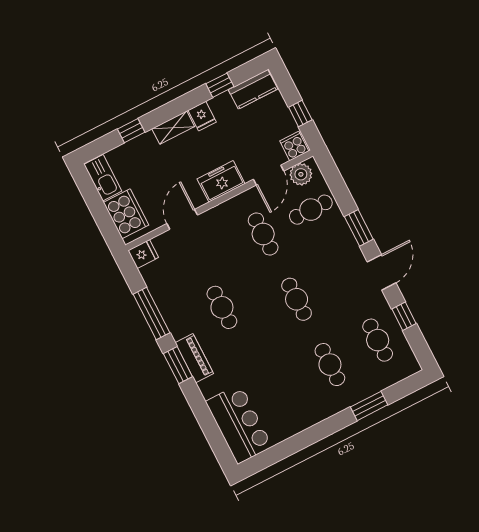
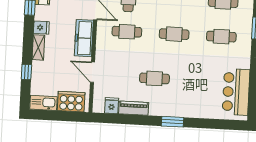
freezer: (221, 181) -> (84, 38), width x1.40
fridge: (143, 254) -> (112, 106), moved
window: (151, 313) -> (135, 120), removed
piano: (194, 358) -> (134, 108), moved
bar counter: (239, 424) -> (236, 92), moved, turned -90

